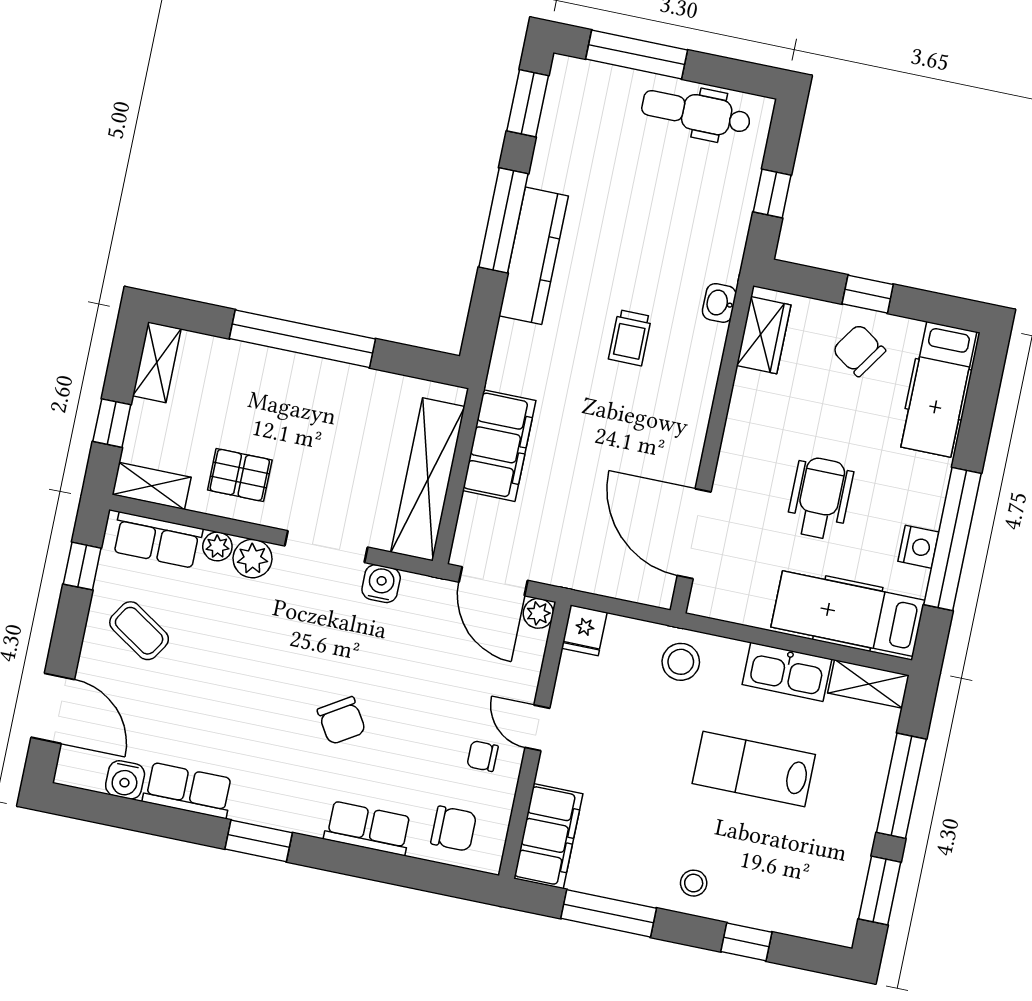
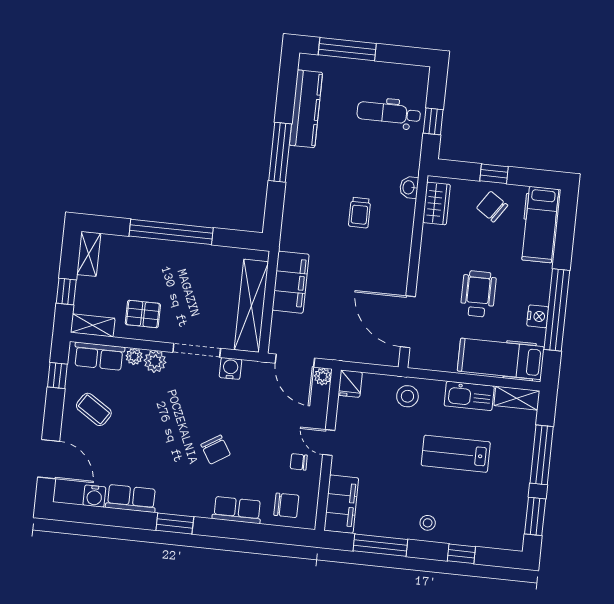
window: (528, 103) -> (287, 84), removed
dental chair: (696, 112) -> (389, 113), moved
kitchen counter: (533, 256) -> (306, 109), moved

